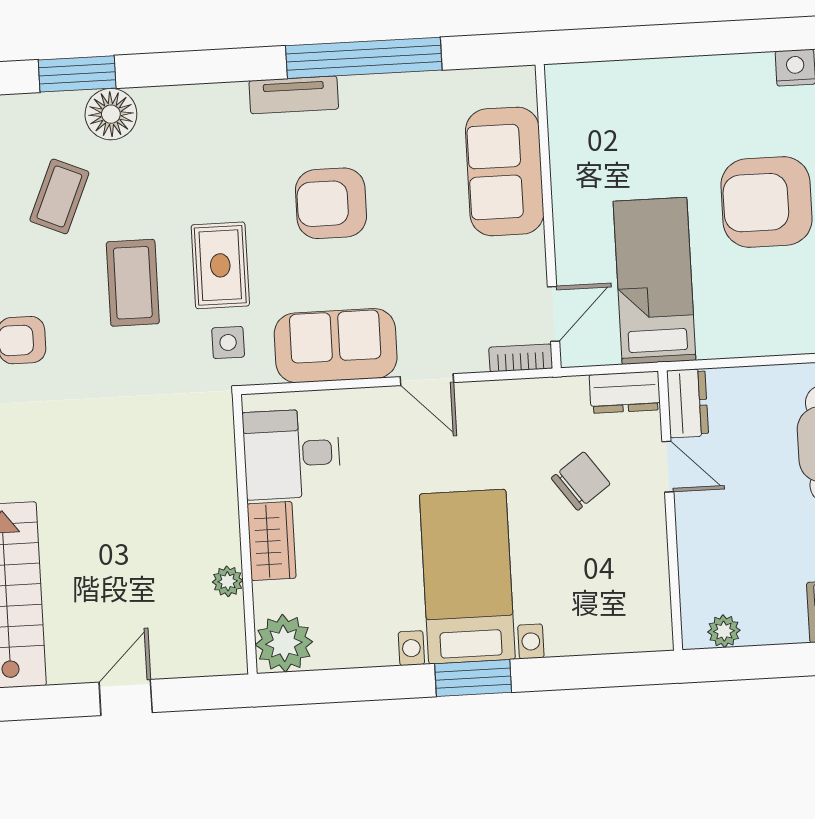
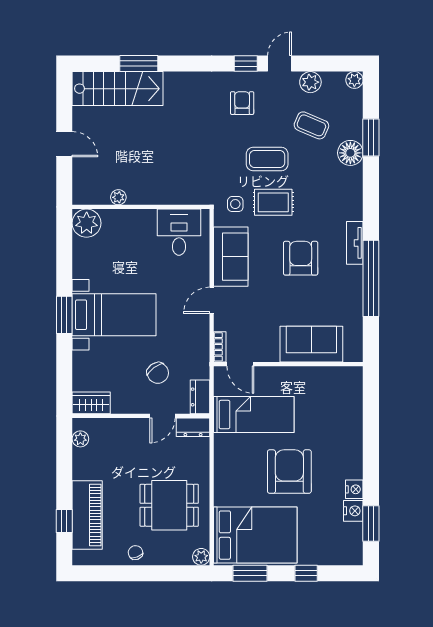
wardrobe: (272, 541) -> (91, 403), moved, turned 180

